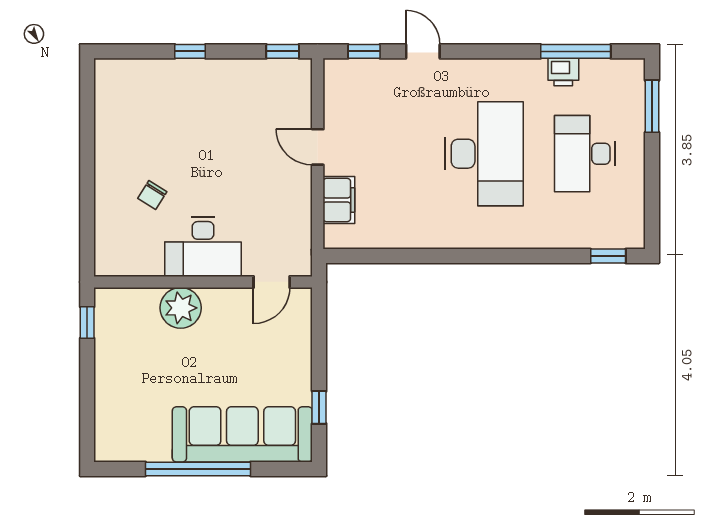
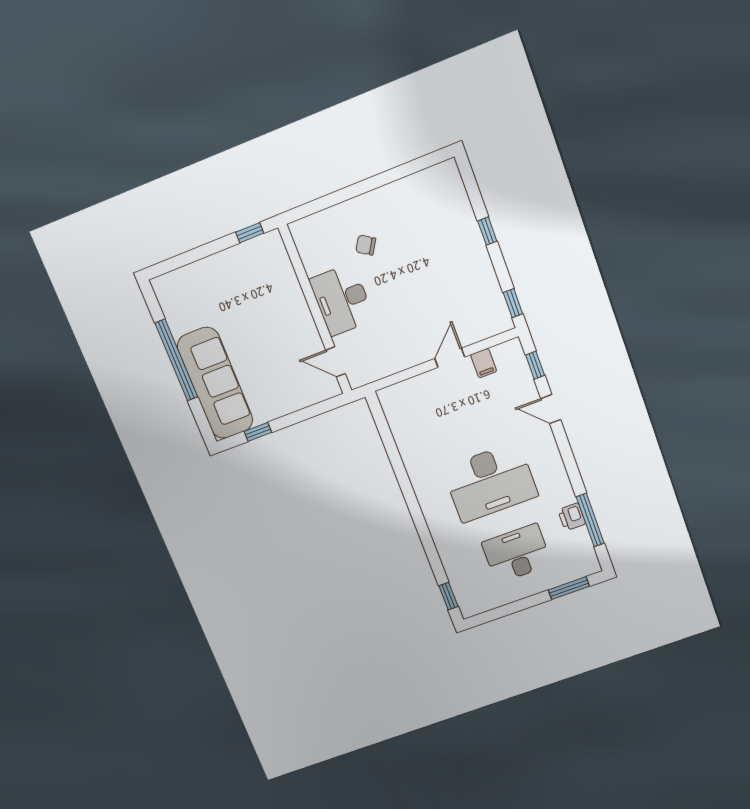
door: (423, 51) -> (551, 409), swing flipped
filing cabinet: (339, 200) -> (484, 363), moved, width x0.50
plant: (181, 308) -> (289, 301), removed

